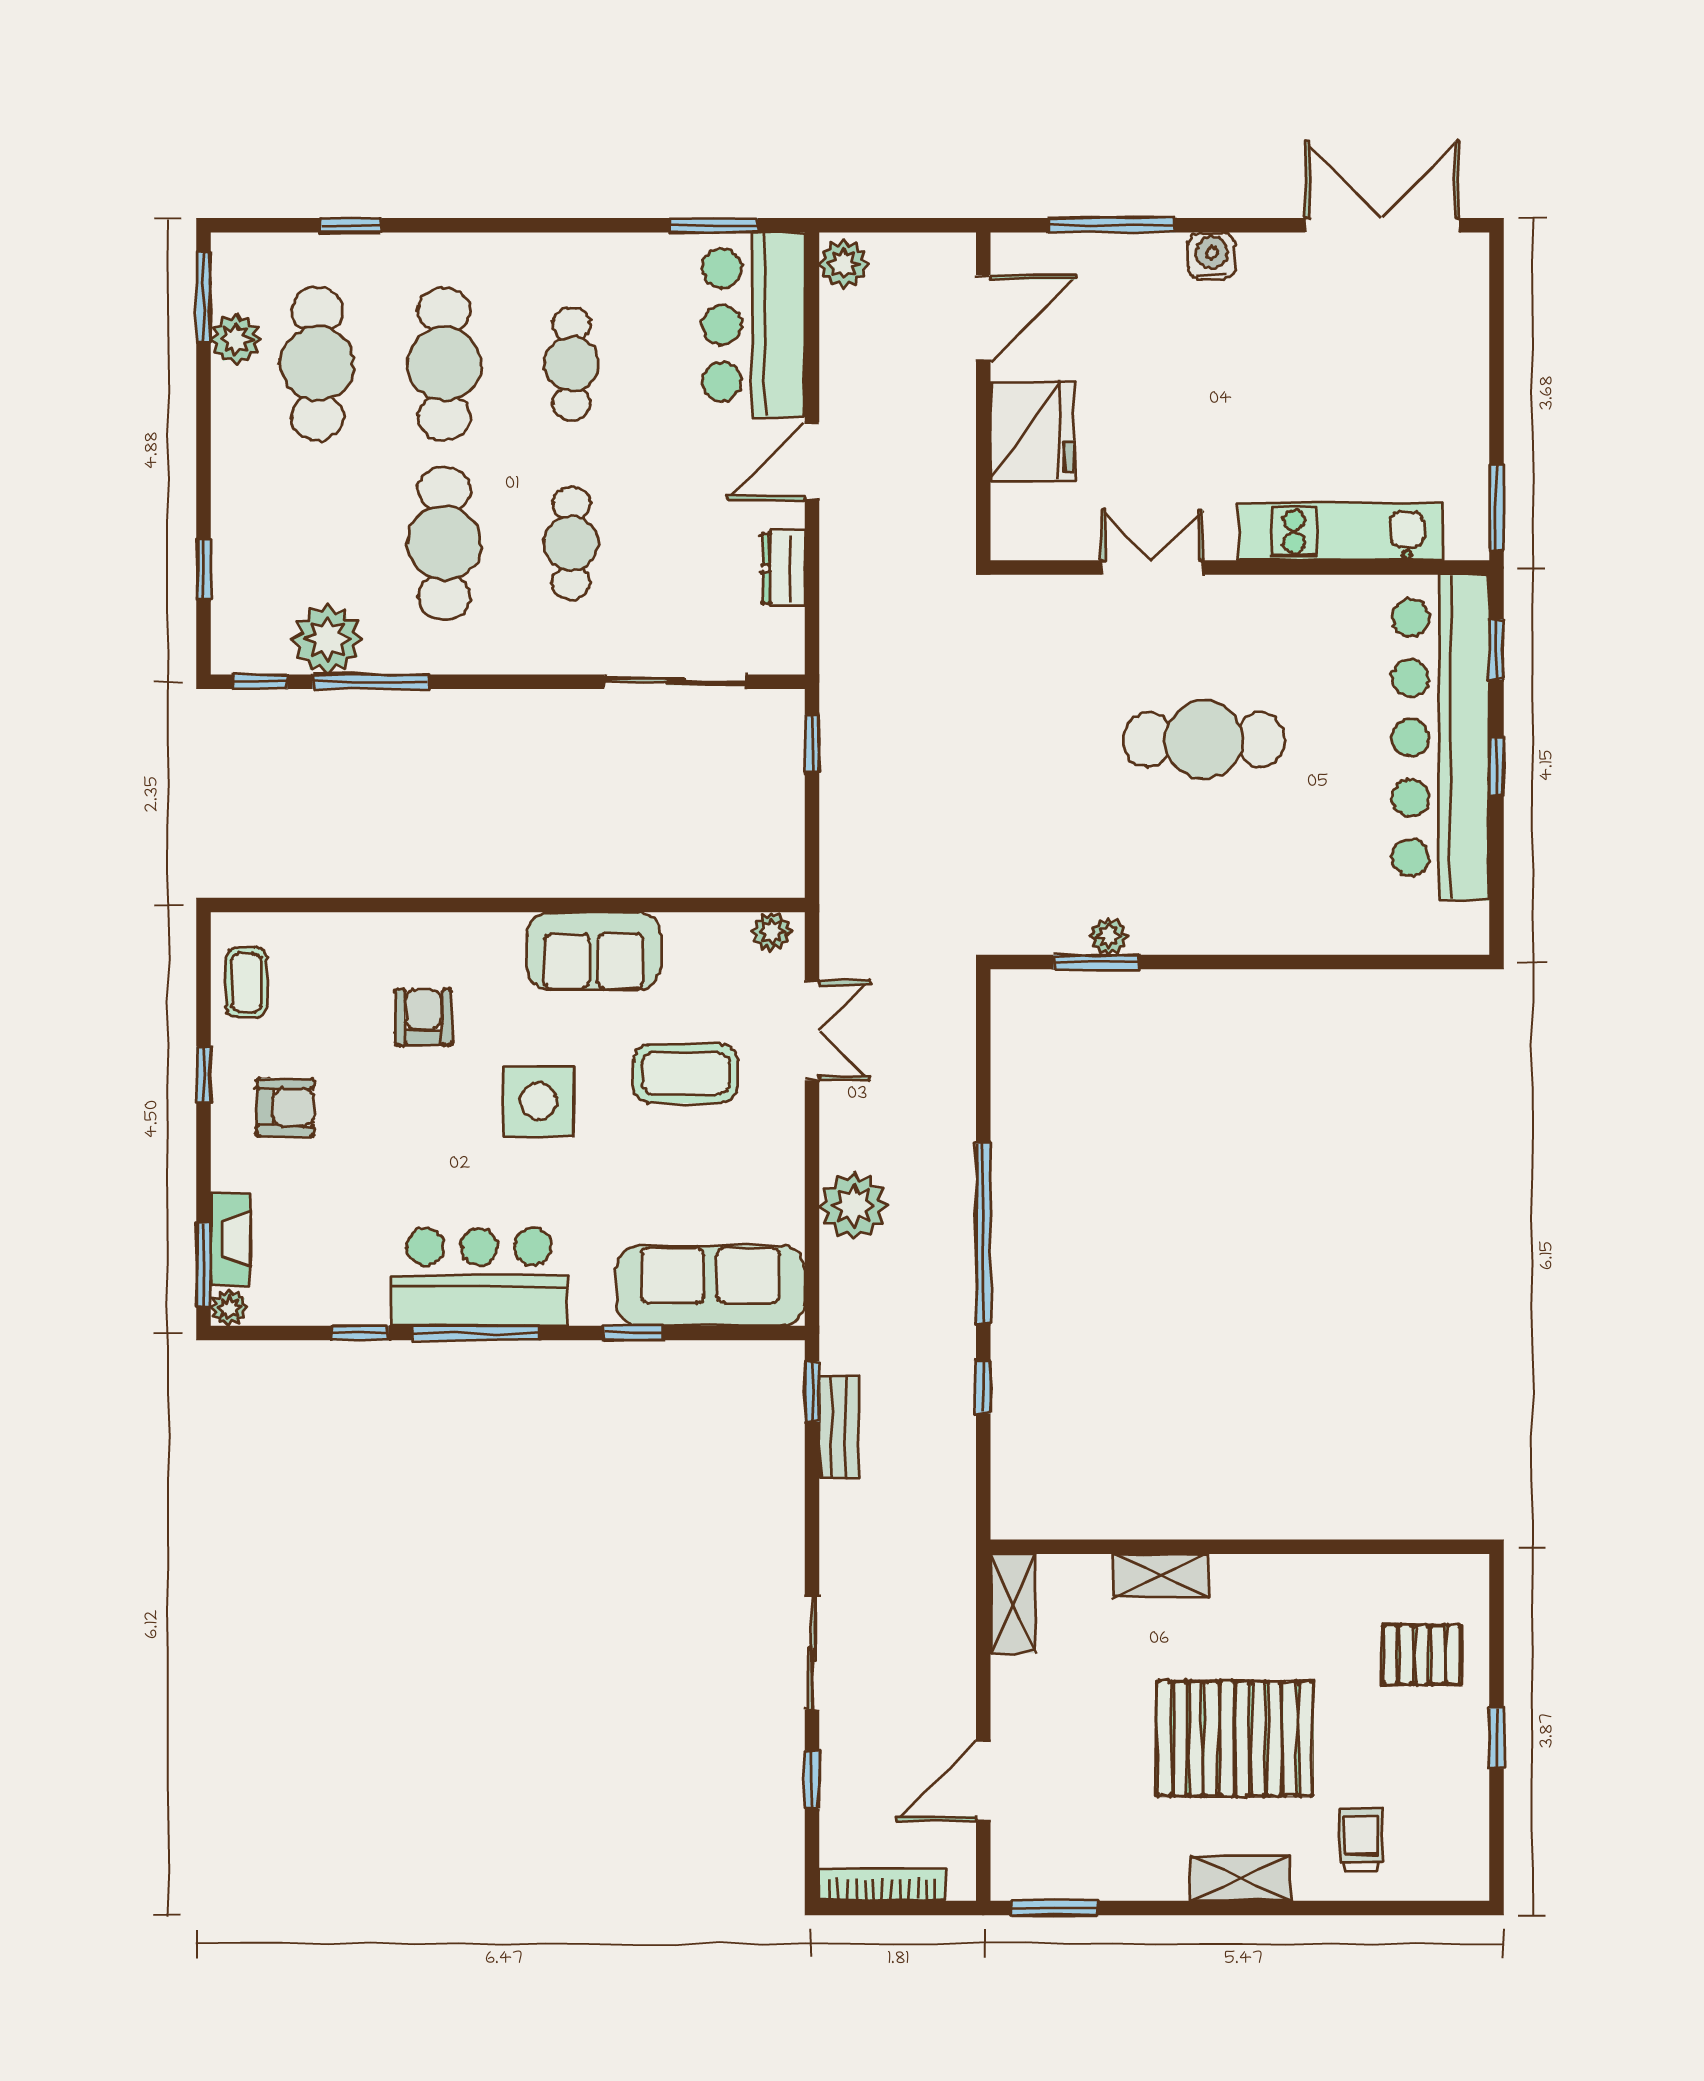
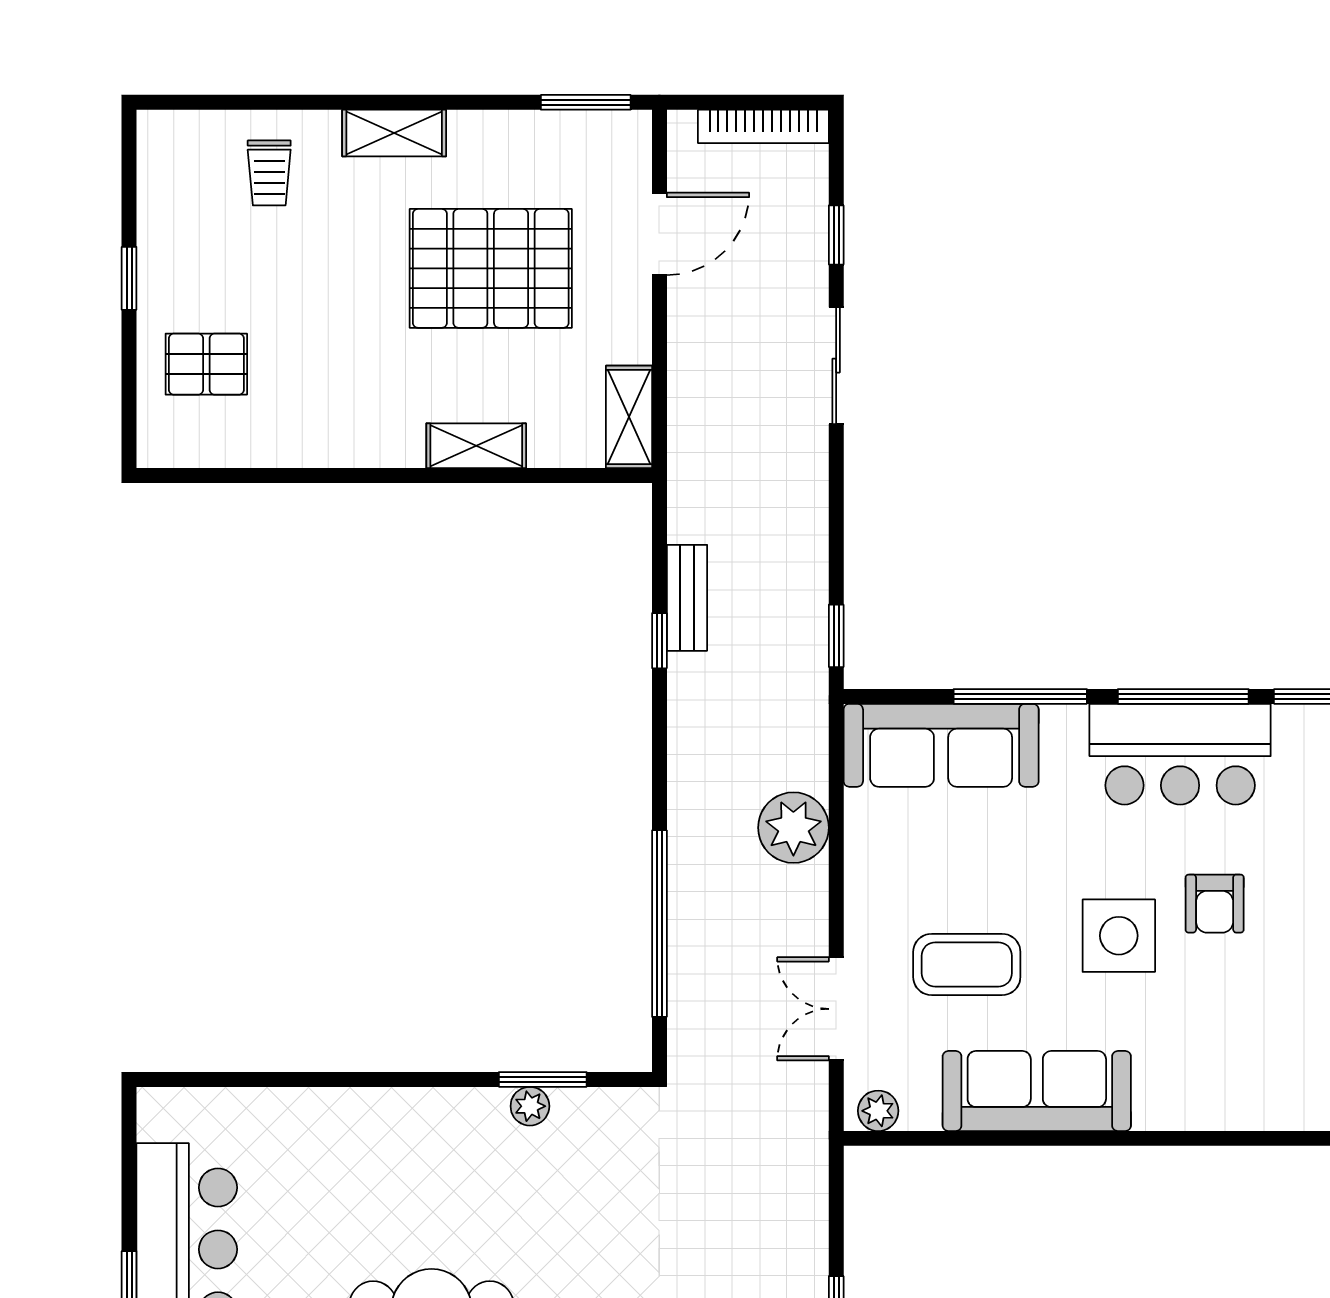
sofa: (594, 951) -> (1037, 1091), width x1.36
armchair: (424, 1017) -> (1215, 904), moved
window: (983, 1233) -> (659, 924), moved
window: (634, 1333) -> (1020, 696), width x2.17
bench: (839, 1427) -> (687, 598), moved
pallet: (1235, 1739) -> (491, 268), moved

